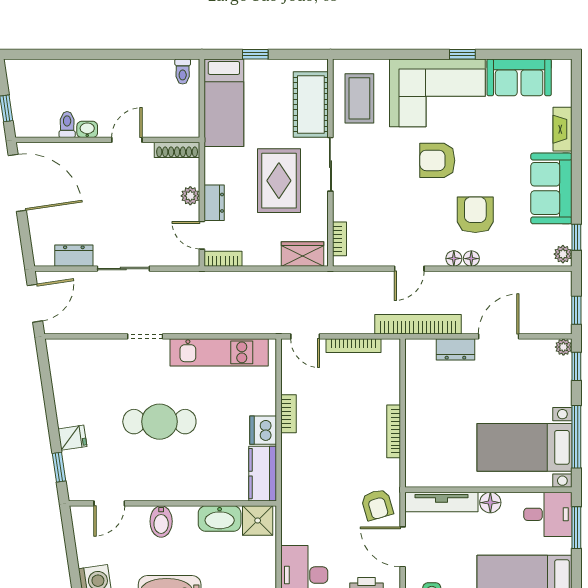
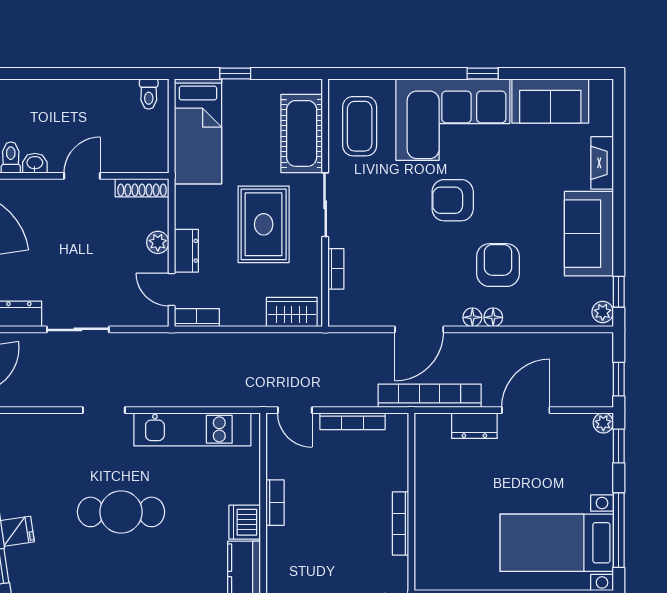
bookcase: (339, 239) -> (336, 269), moved
door: (409, 269) -> (419, 329), width x1.38

